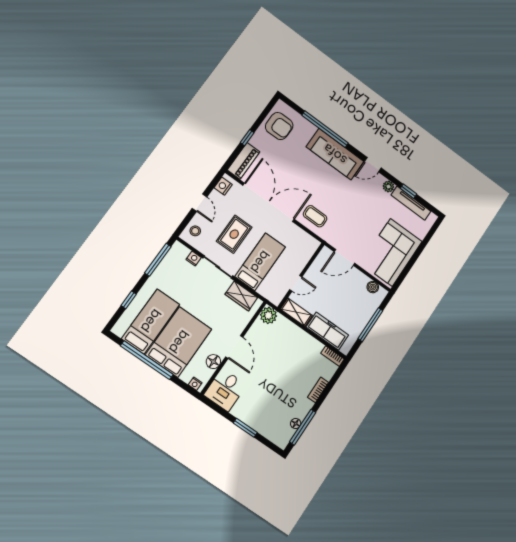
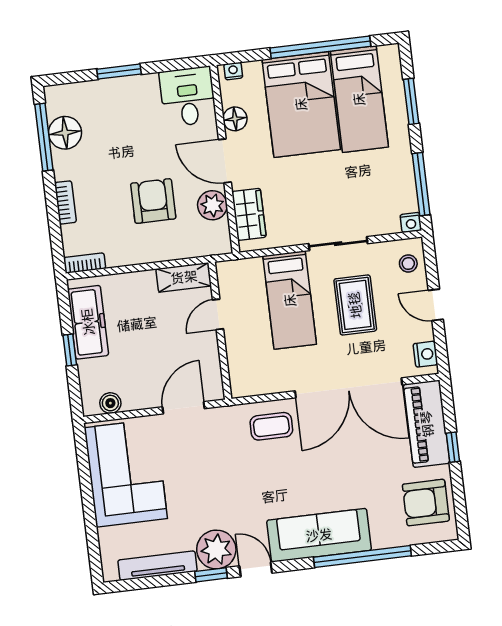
piano: (244, 161) -> (427, 424), width x1.37, depth x1.33
door: (373, 165) -> (256, 569), hinge flipped
plant: (388, 186) -> (216, 549), width x1.87, depth x1.87
window: (409, 191) -> (211, 575), moved
nightstand: (194, 259) -> (411, 222), moved
wardrobe: (241, 296) -> (249, 214), moved, turned 90
window: (129, 300) -> (411, 101), width x1.50
plant: (268, 315) -> (212, 205), moved
window: (370, 325) -> (70, 350), width x0.46
freezer: (327, 331) -> (88, 322), moved, turned -90
armchair: (280, 357) -> (153, 201), added
floor lamp: (296, 423) -> (65, 133), width x1.89, depth x1.89

